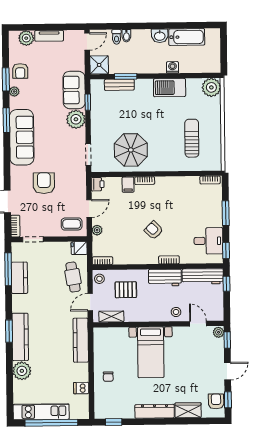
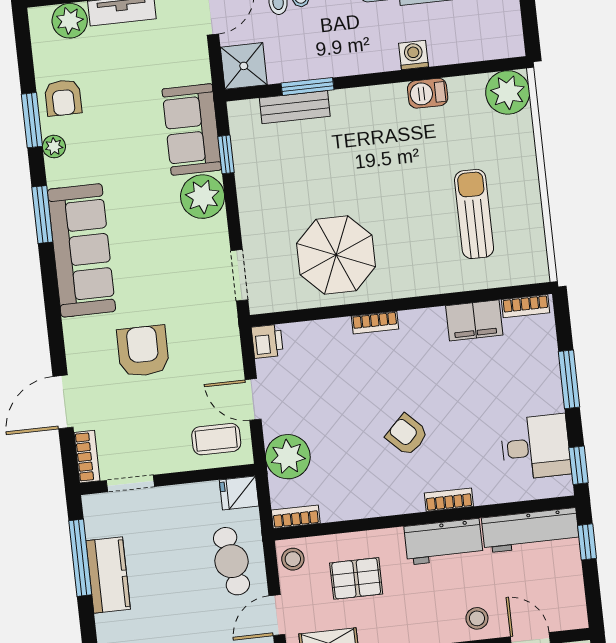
barbecue: (170, 88) -> (428, 93), width x0.53, depth x0.65
filing cabinet: (128, 185) -> (474, 320), moved, width x2.00
door: (89, 209) -> (253, 399), swing flipped
plant: (97, 230) -> (288, 457), width x1.88, depth x1.88

